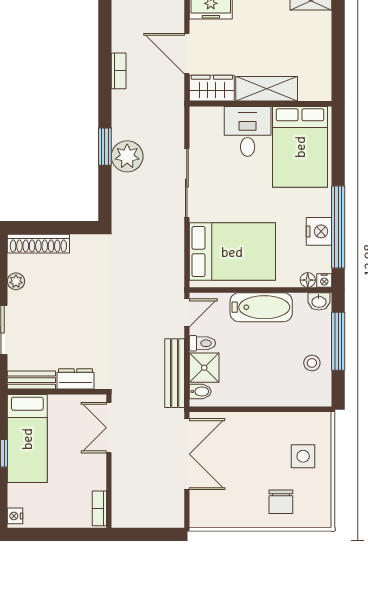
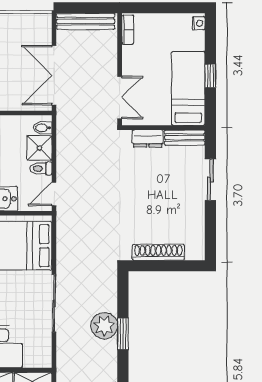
shoe rack: (38, 244) -> (158, 252), moved
plant: (16, 281) -> (198, 221), removed
bench: (175, 373) -> (86, 21), moved, turned 90

